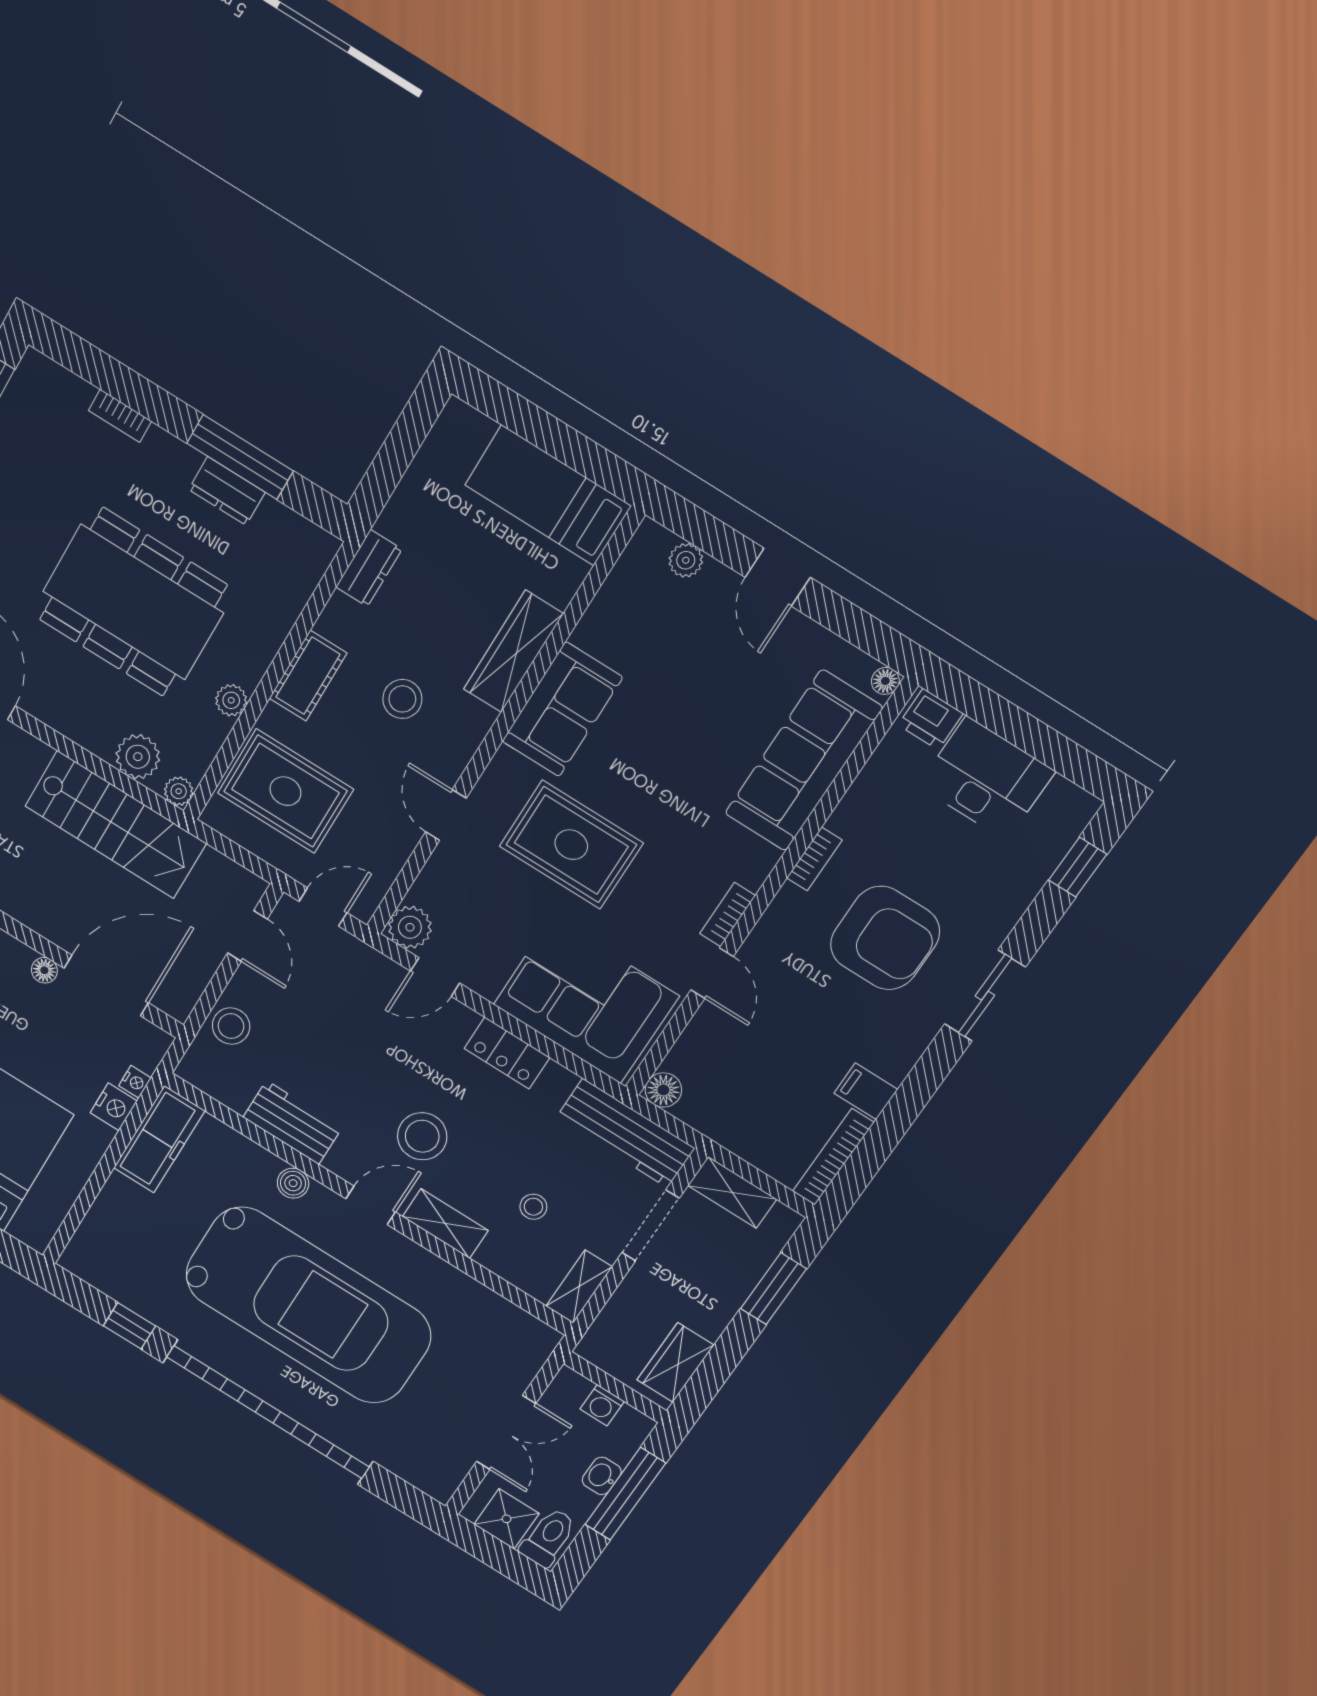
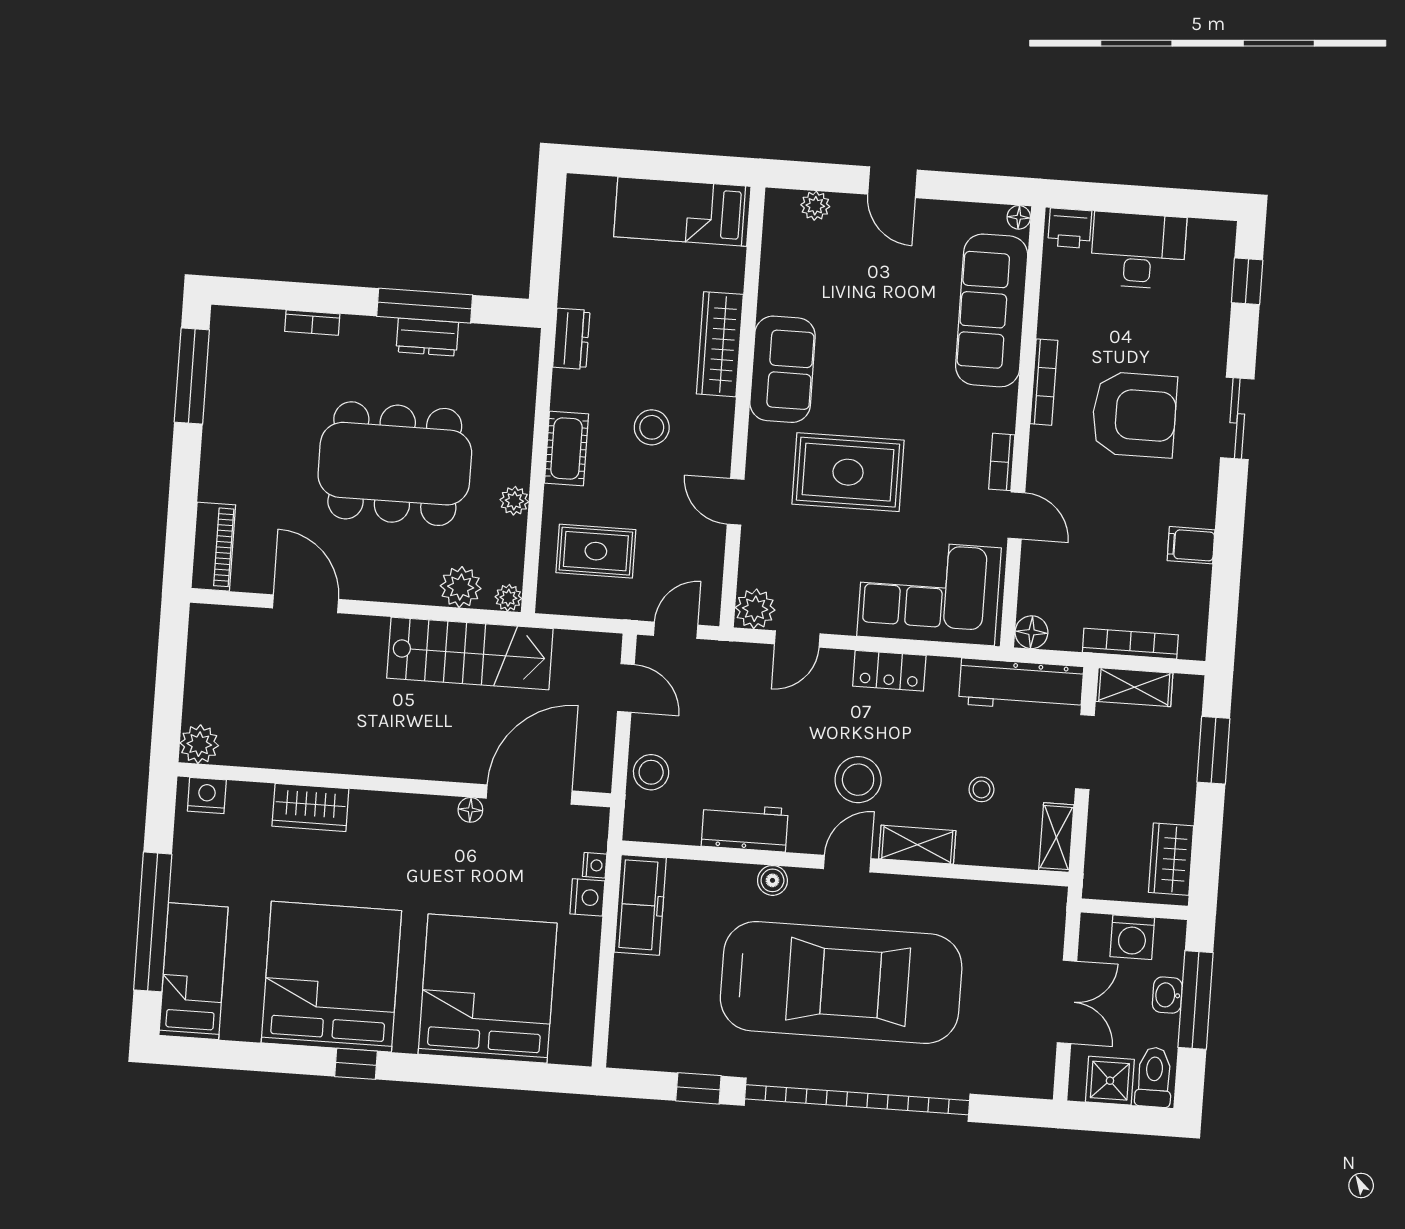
rug: (285, 791) -> (596, 551), width x0.73, depth x0.70
bookcase: (814, 859) -> (1044, 382), width x1.56
bookcase: (833, 1157) -> (1130, 644), moved, turned 90
washing machine: (602, 1405) -> (1132, 937), width x1.38, depth x1.38

